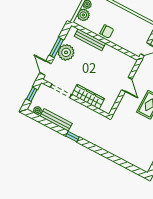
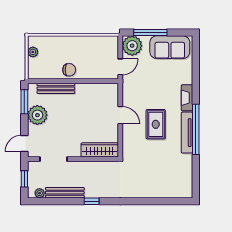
plant: (83, 15) -> (35, 65), removed
window: (56, 47) -> (24, 102), moved
door: (46, 68) -> (24, 143), hinge flipped
wardrobe: (88, 97) -> (100, 150), moved

